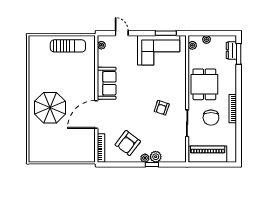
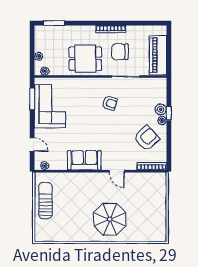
door: (122, 33) -> (32, 145), swing flipped
dresser: (231, 50) -> (50, 31), removed
door: (96, 114) -> (117, 171), width x0.53
chair: (211, 118) -> (120, 52), turned 180
armchair: (128, 143) -> (146, 138), turned -80

